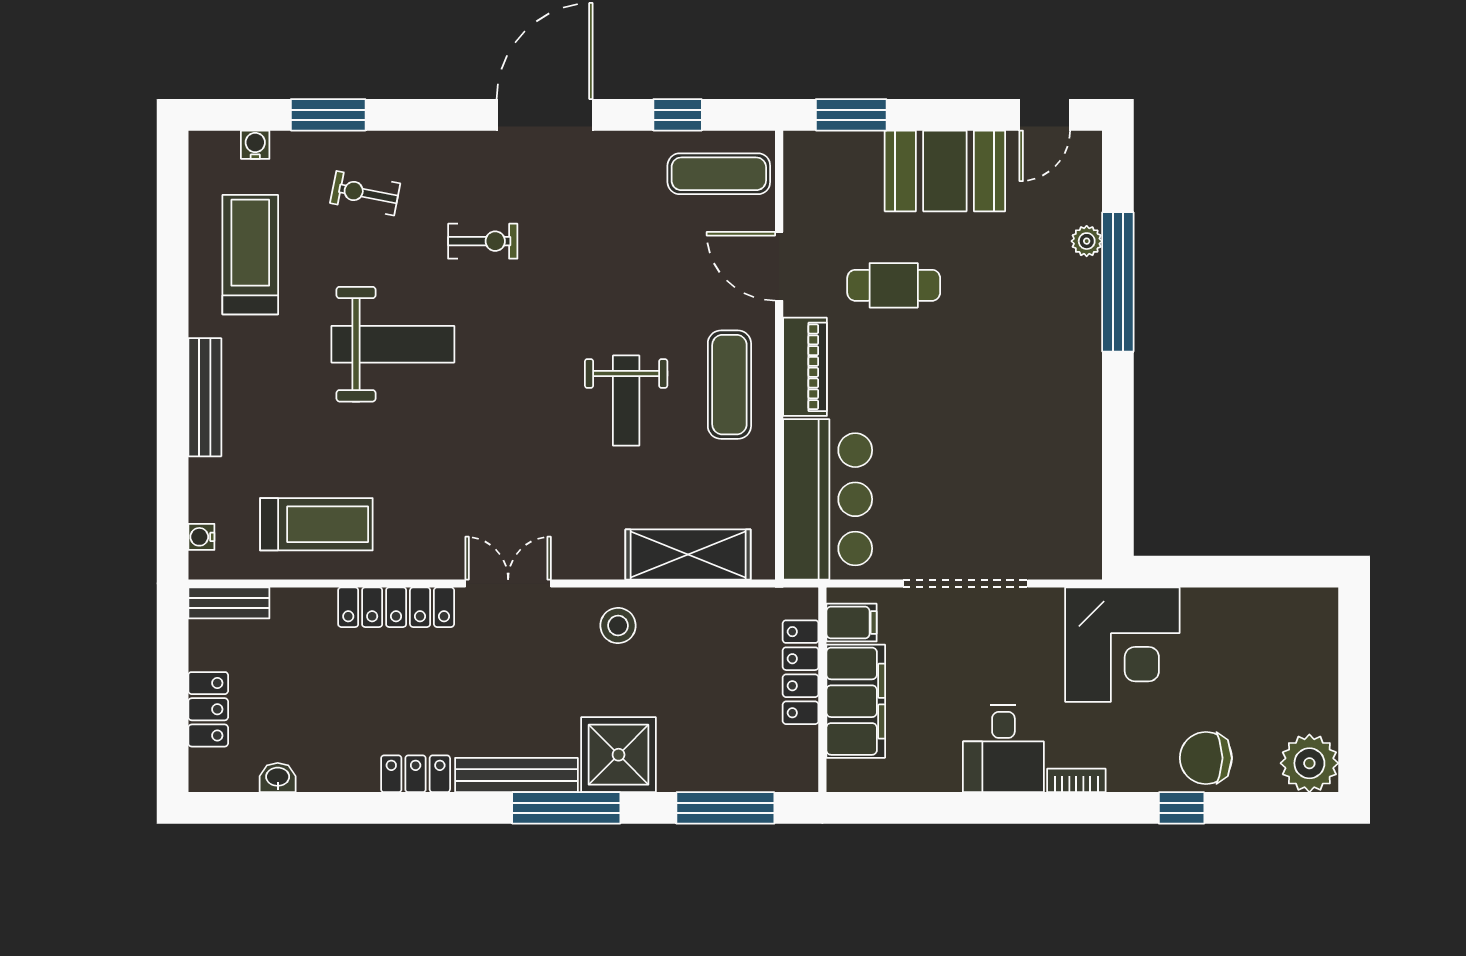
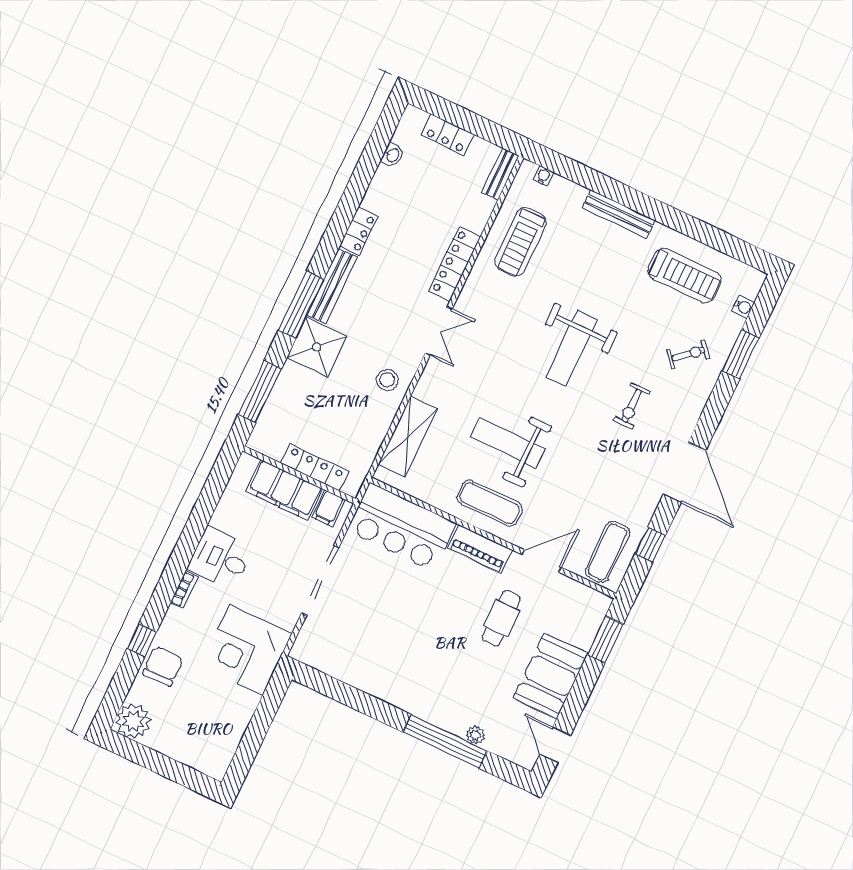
exercise bike: (365, 193) -> (688, 354), turned 38
weight bench: (393, 344) -> (572, 348), moved
weight bench: (626, 401) -> (508, 443), width x1.36, depth x1.33

